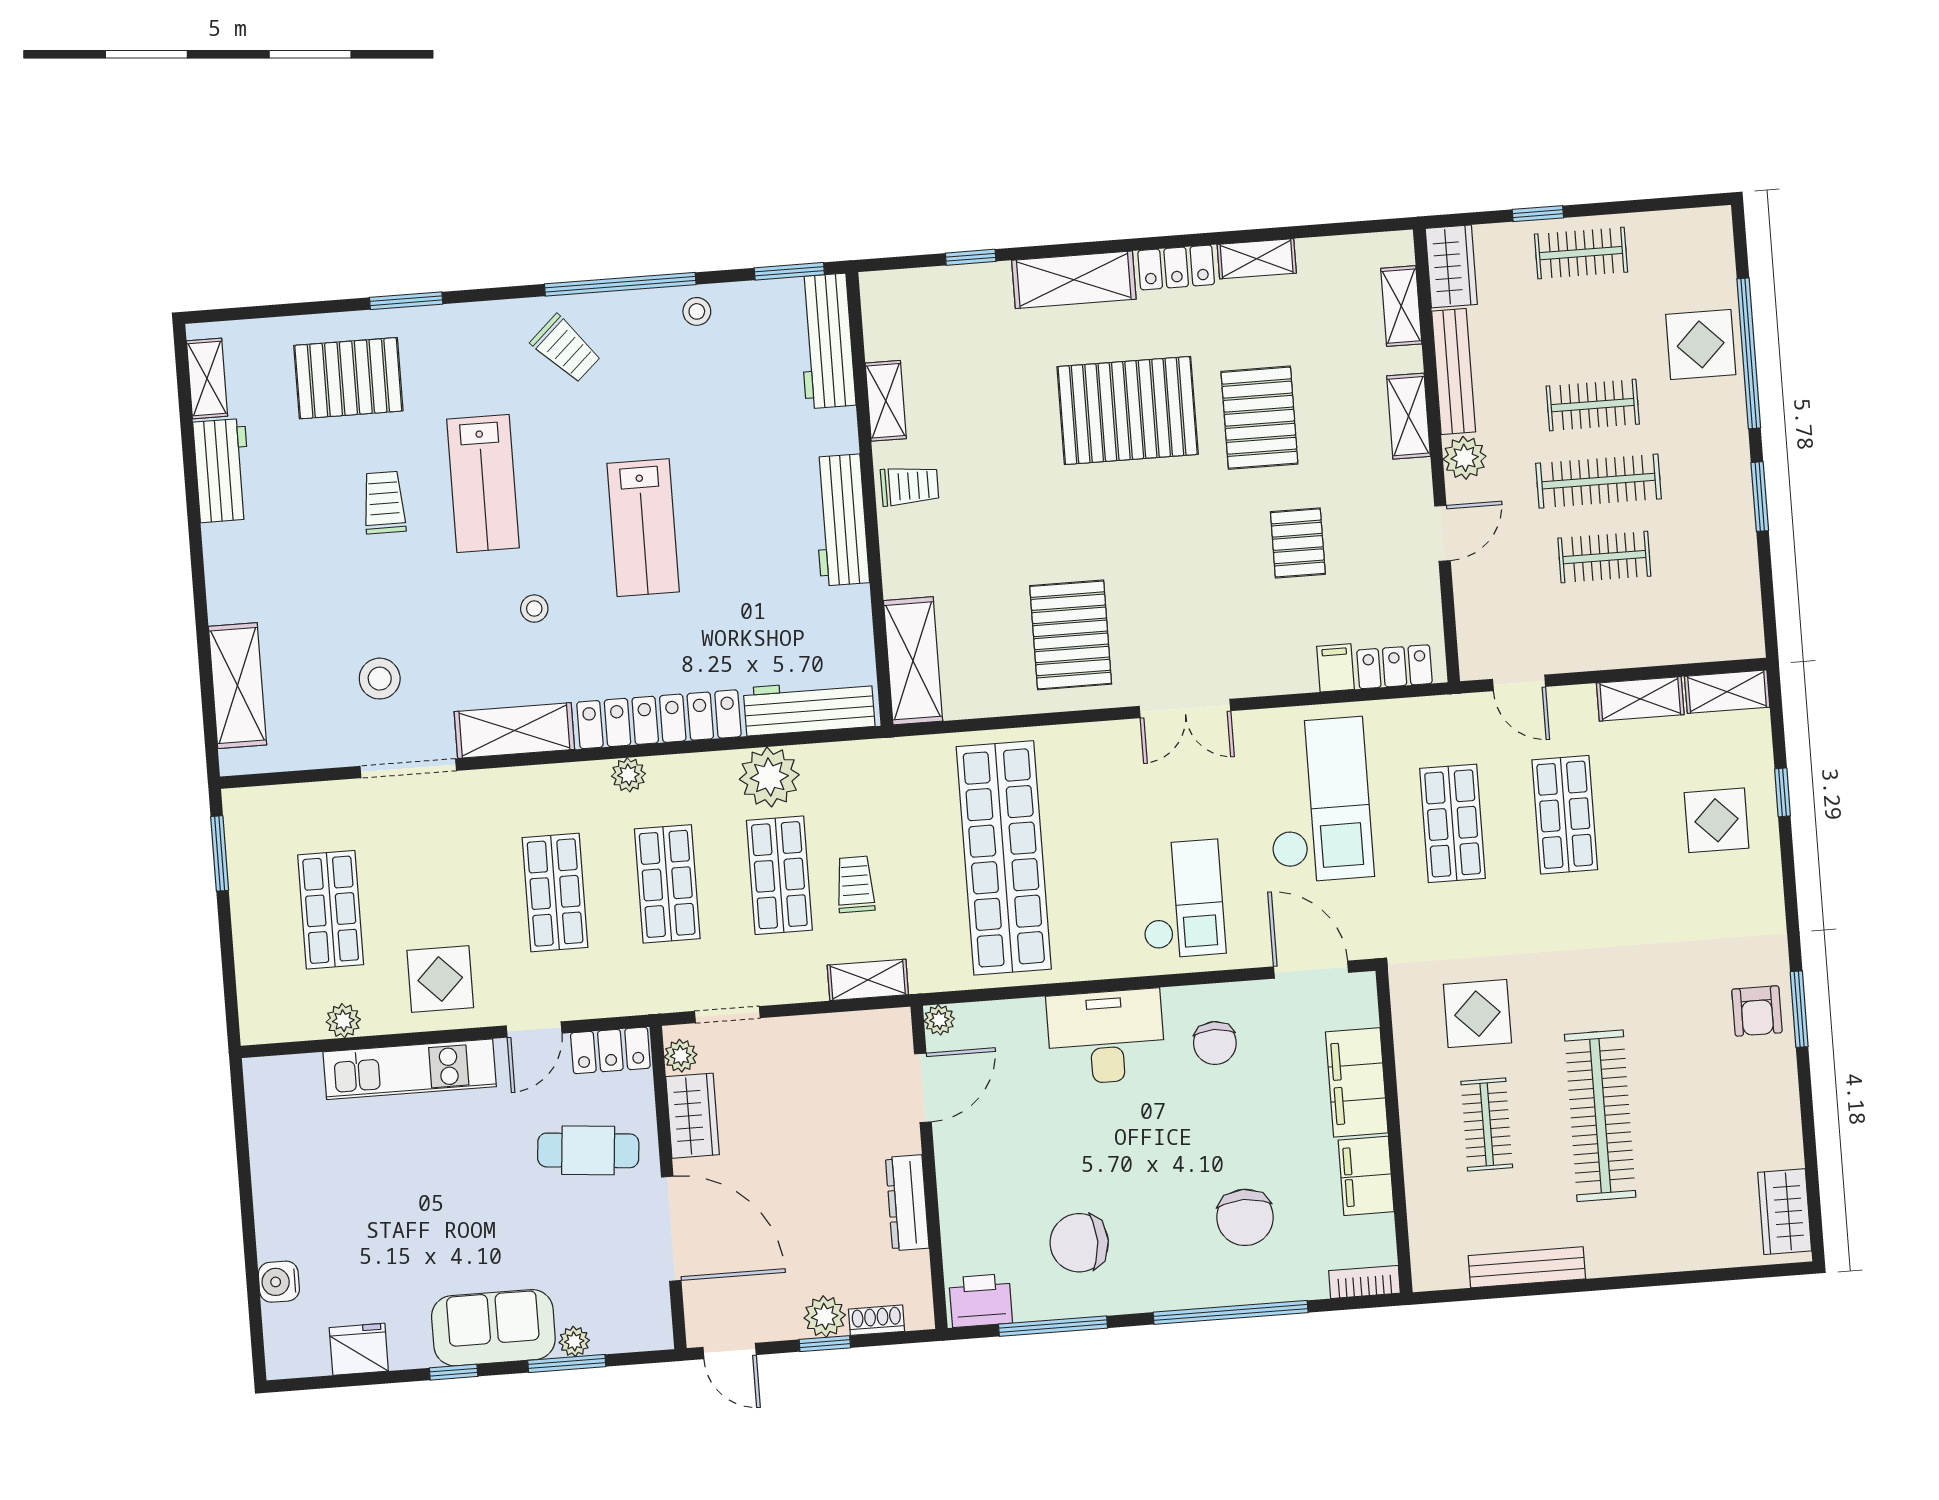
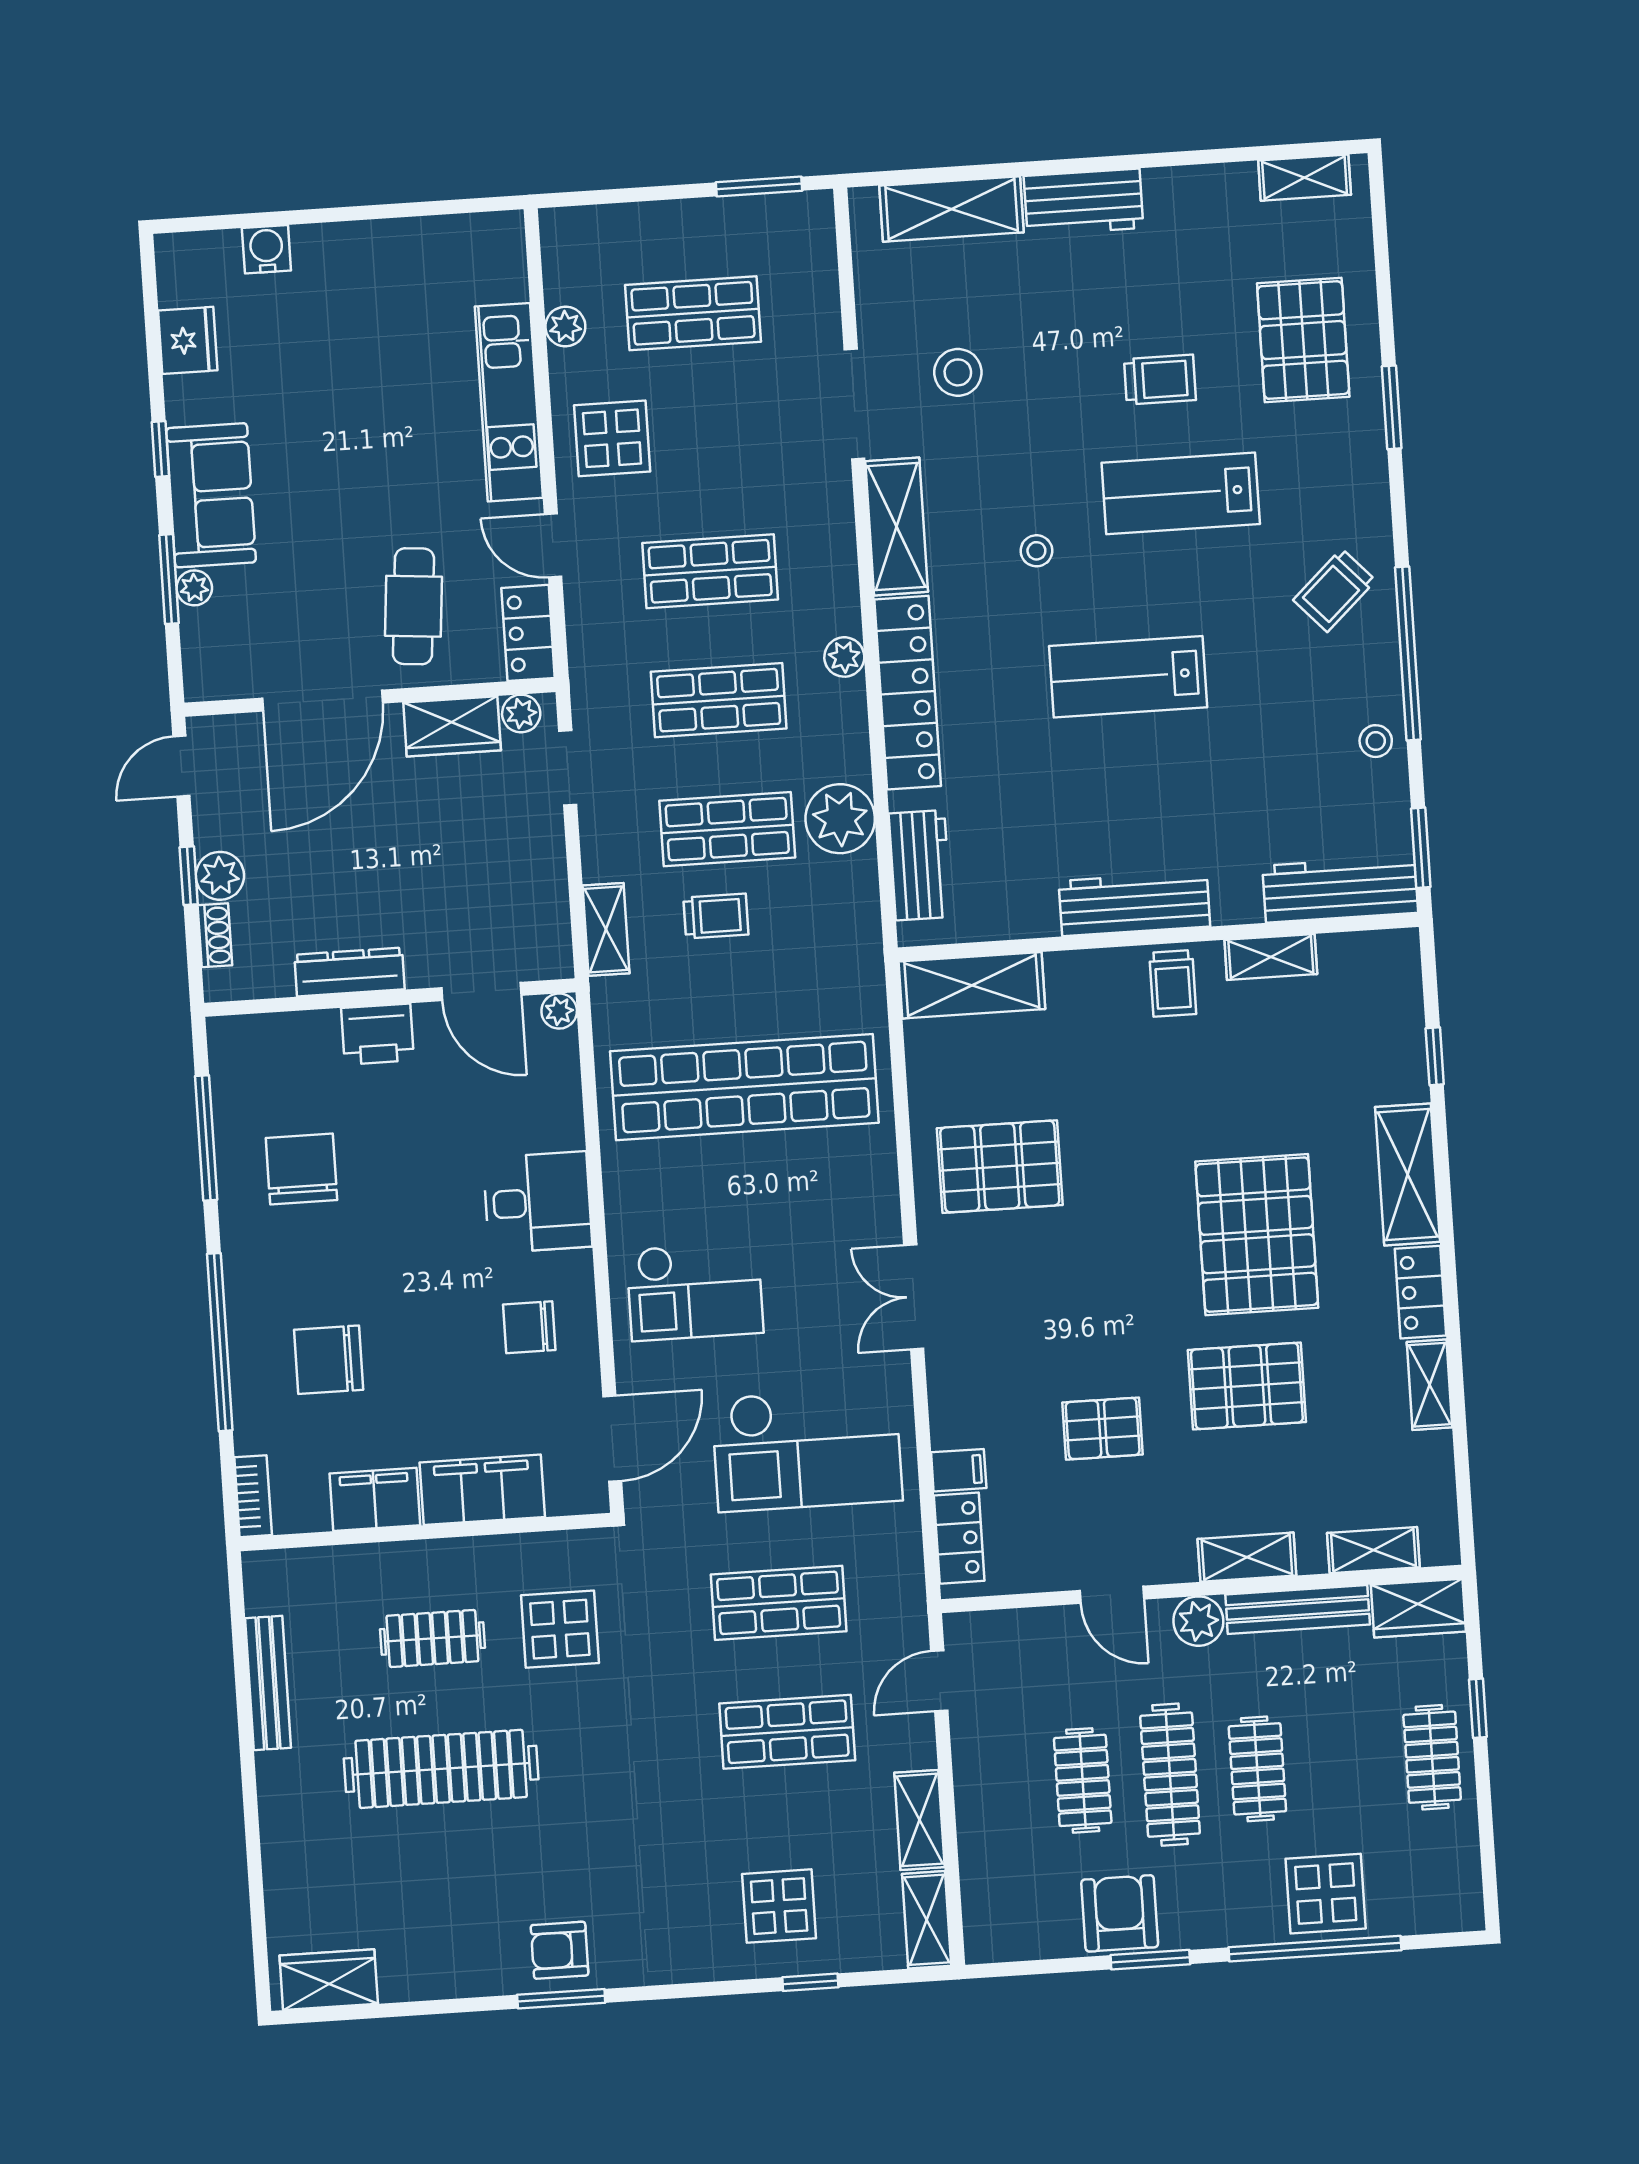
workbench: (222, 470) -> (1083, 202), moved
armchair: (1720, 524) -> (1120, 1913), added
workbench: (809, 707) -> (920, 865), width x0.73
desk: (1106, 1037) -> (538, 1202), width x0.73
printer: (981, 1300) -> (378, 1034), moved, turned 90

